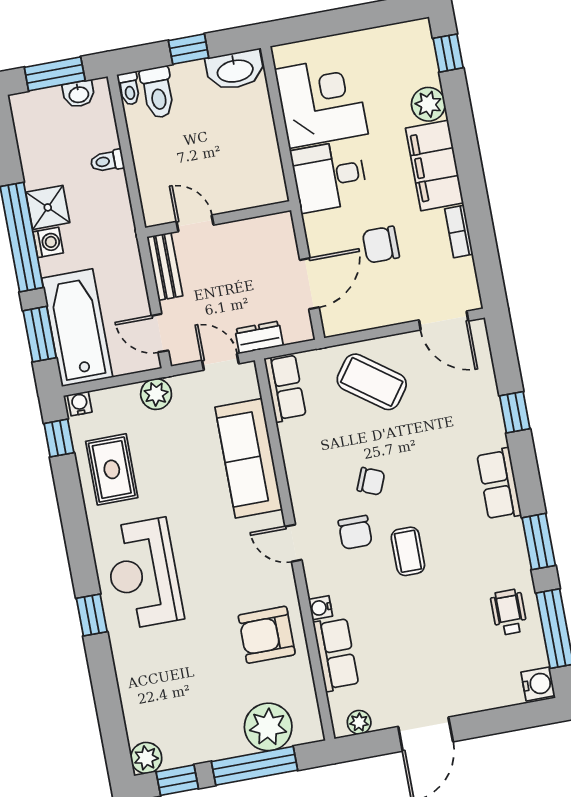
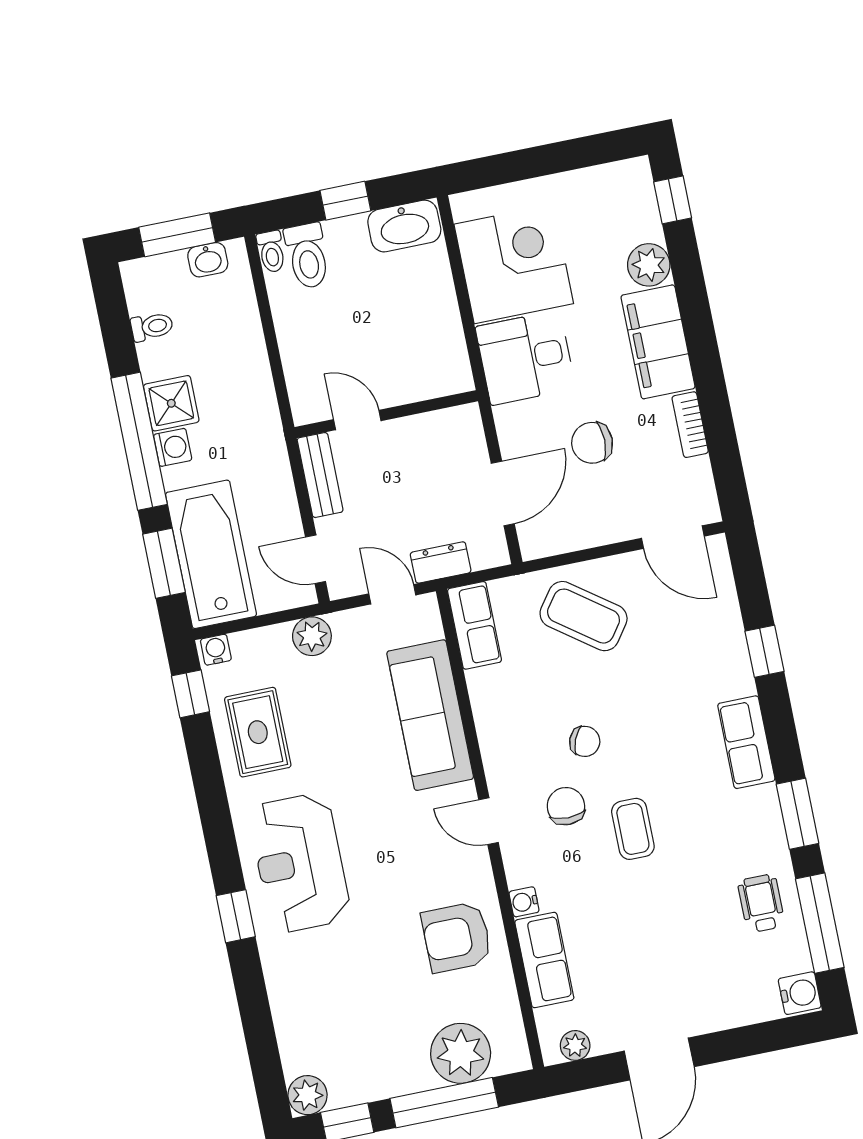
toilet: (107, 161) -> (152, 327), moved, turned 180
chair: (355, 532) -> (566, 806), turned 180

